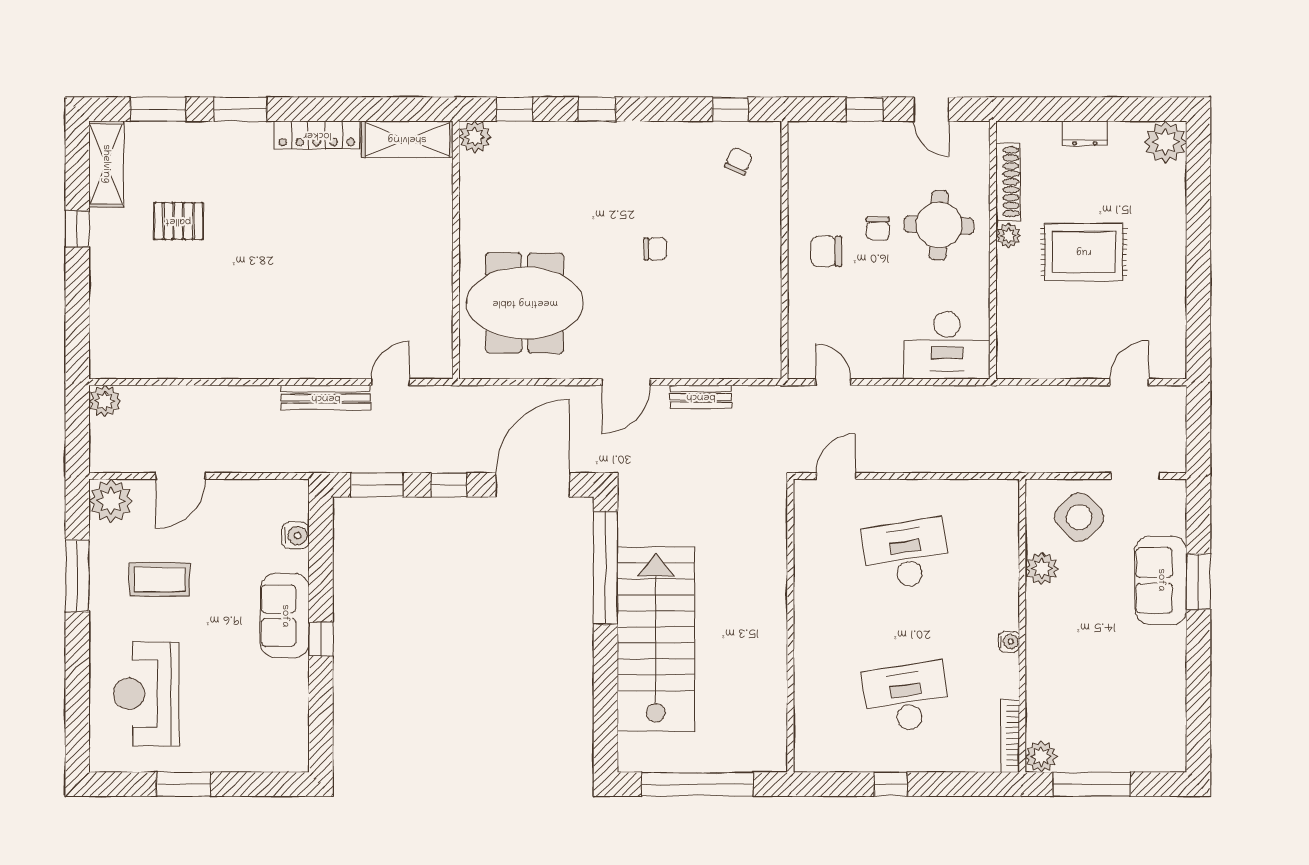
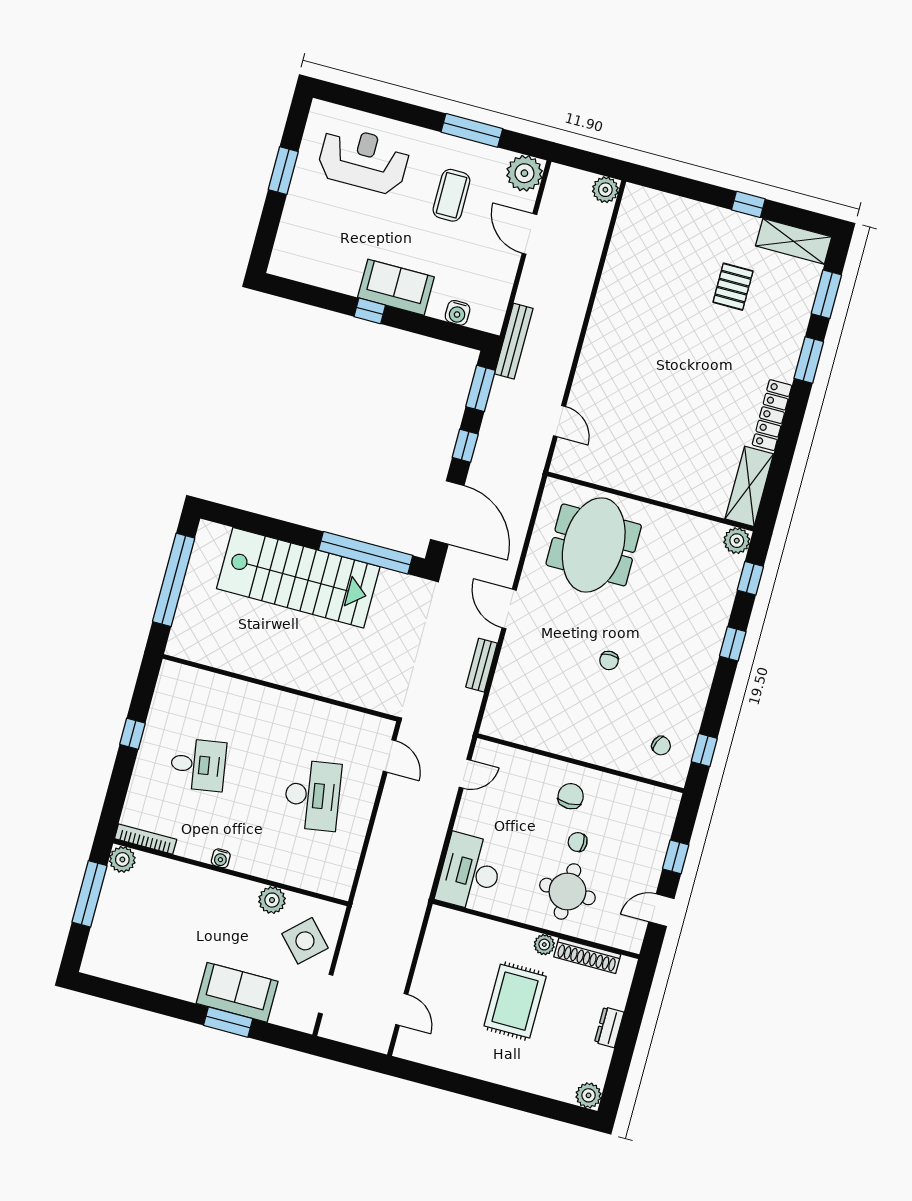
plant: (1166, 142) -> (589, 1095), width x0.73, depth x0.73
bench: (326, 398) -> (514, 341), moved
desk: (906, 697) -> (198, 765), width x0.73

